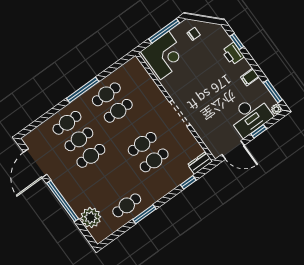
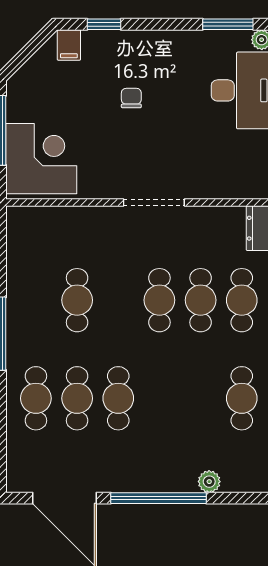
chair: (194, 34) -> (131, 98), moved
printer: (233, 54) -> (119, 45), removed
filing cabinet: (250, 77) -> (69, 45), moved
cafe table: (106, 94) -> (242, 300), moved
plant: (91, 218) -> (209, 482), width x0.53, depth x0.53

